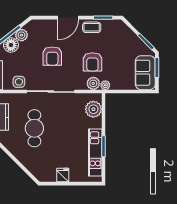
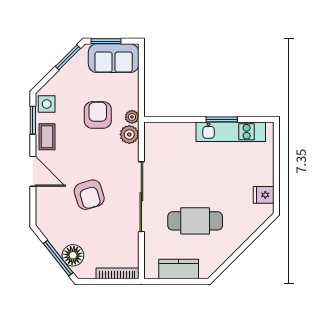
plant: (22, 35) -> (58, 240), removed
armchair: (52, 56) -> (89, 195), turned 73
armchair: (92, 62) -> (98, 115), moved, turned -90
side table: (19, 82) -> (47, 104), moved
plant: (93, 109) -> (167, 134), removed
fridge: (63, 175) -> (264, 195), moved

